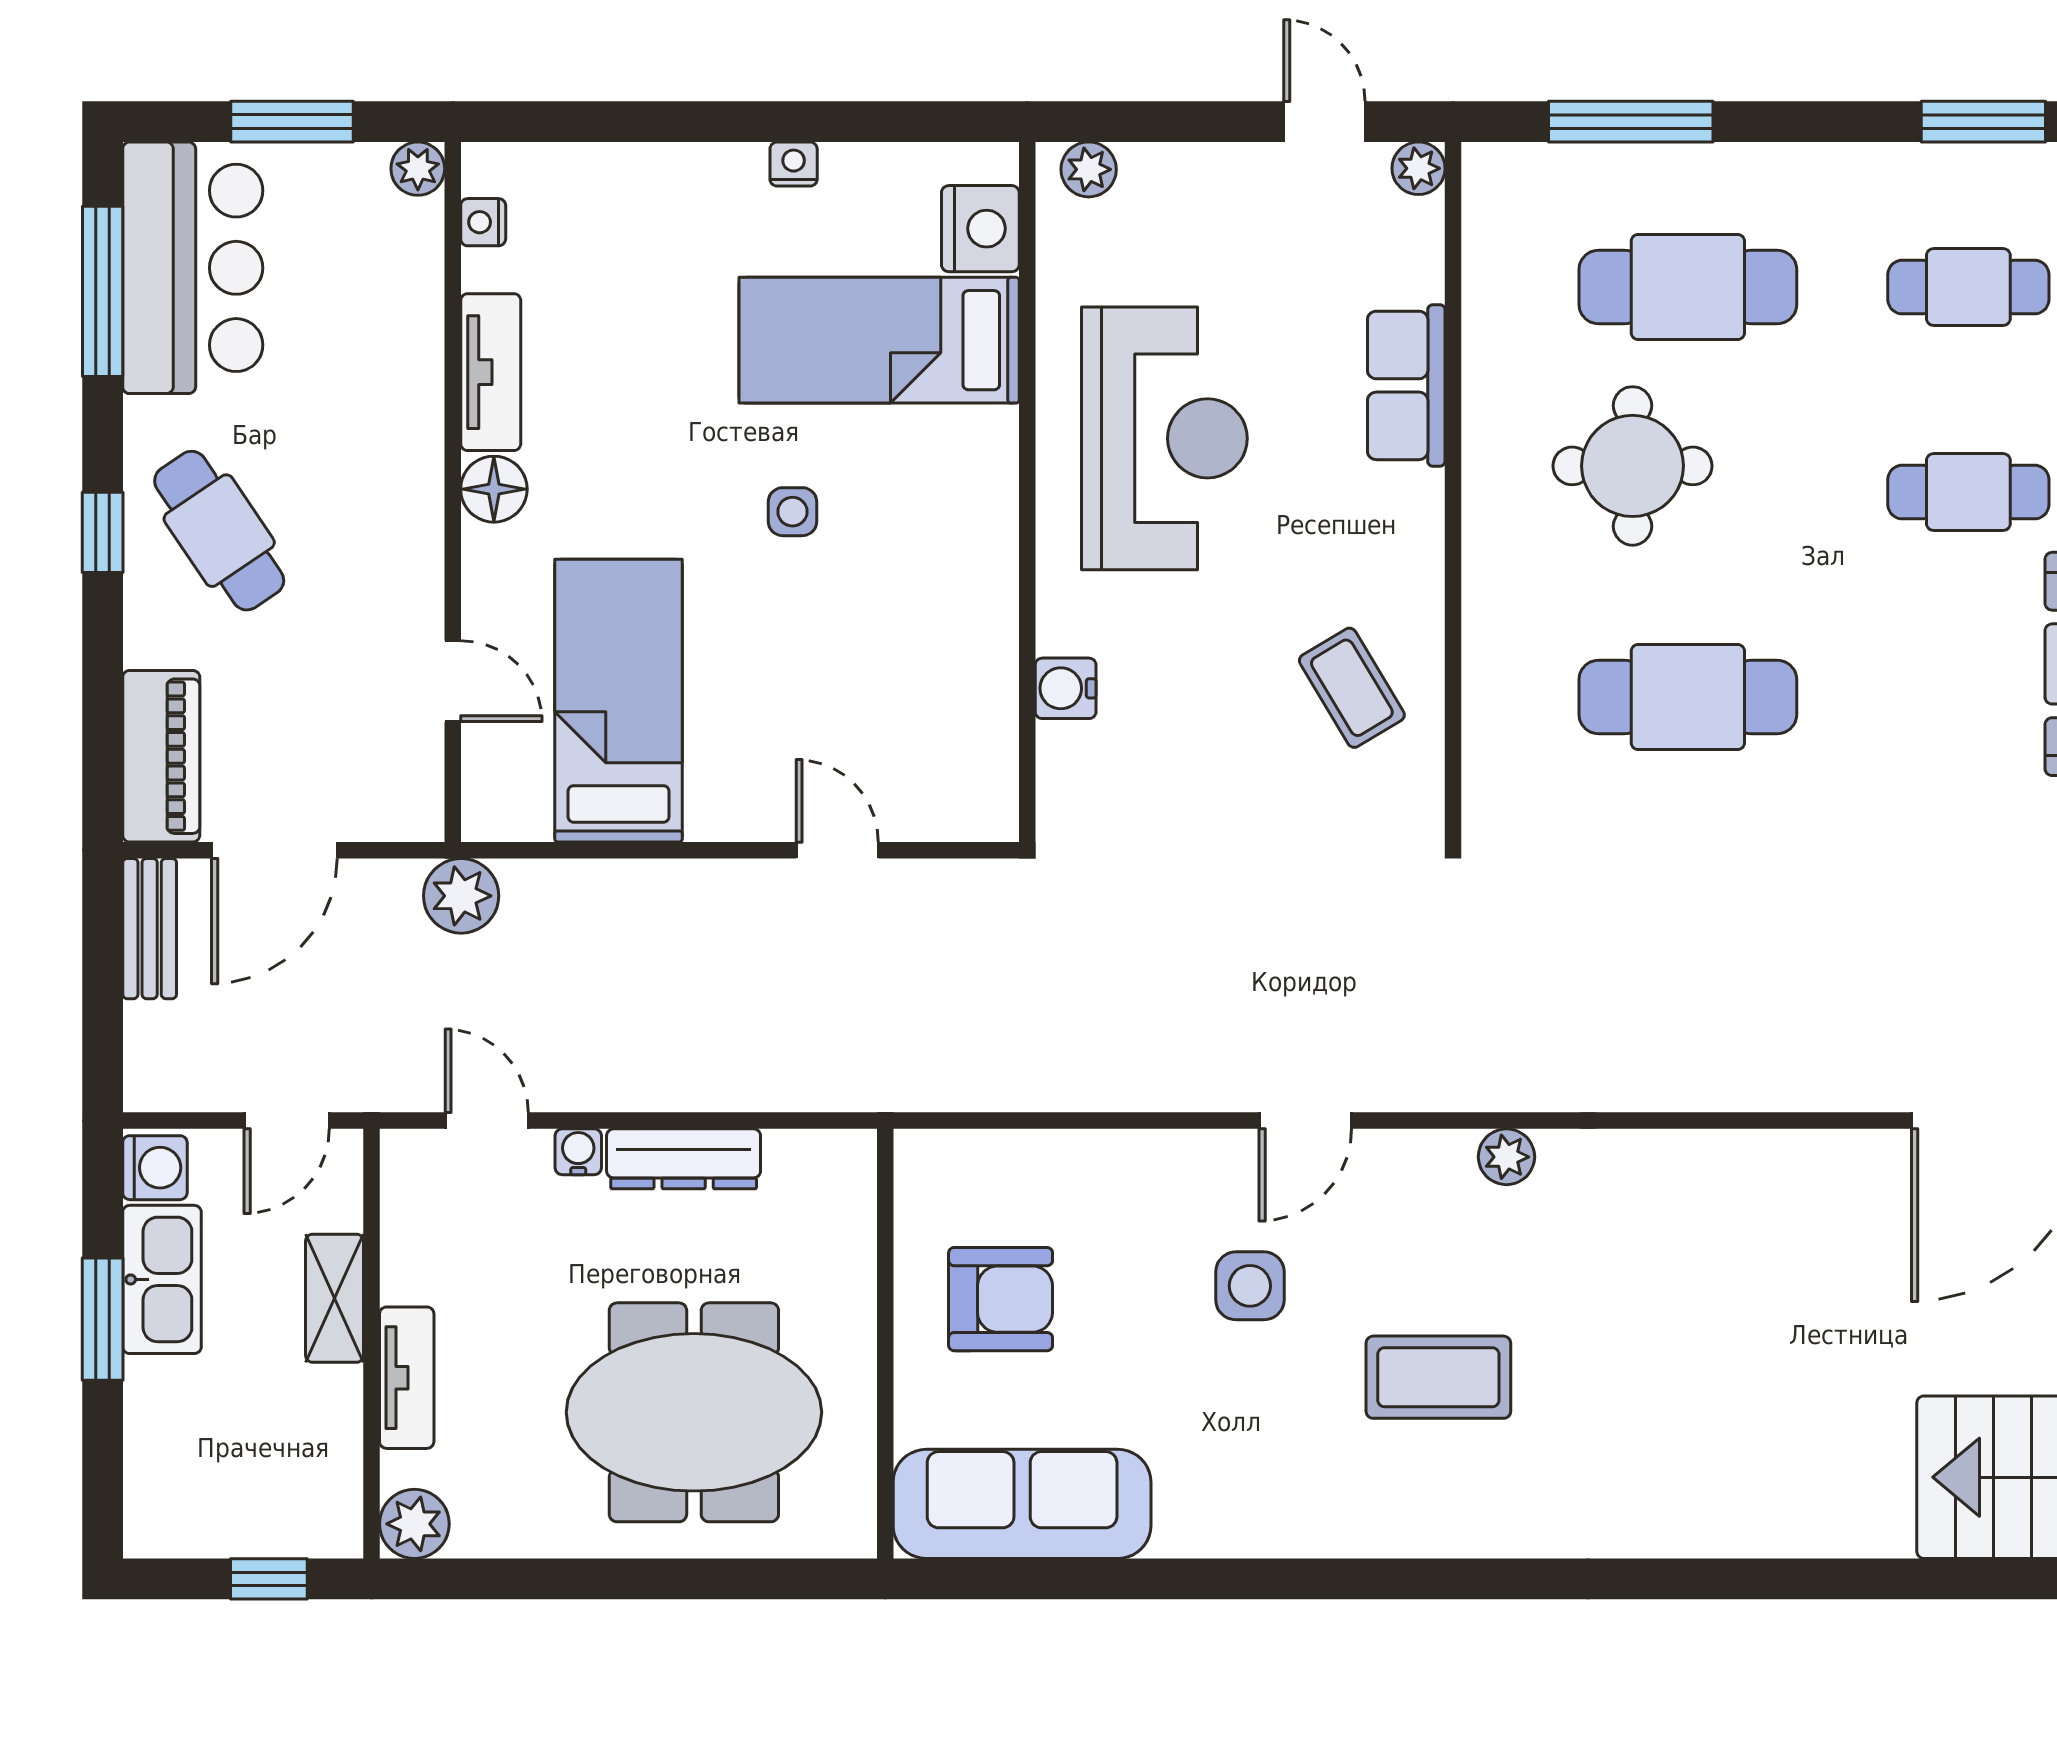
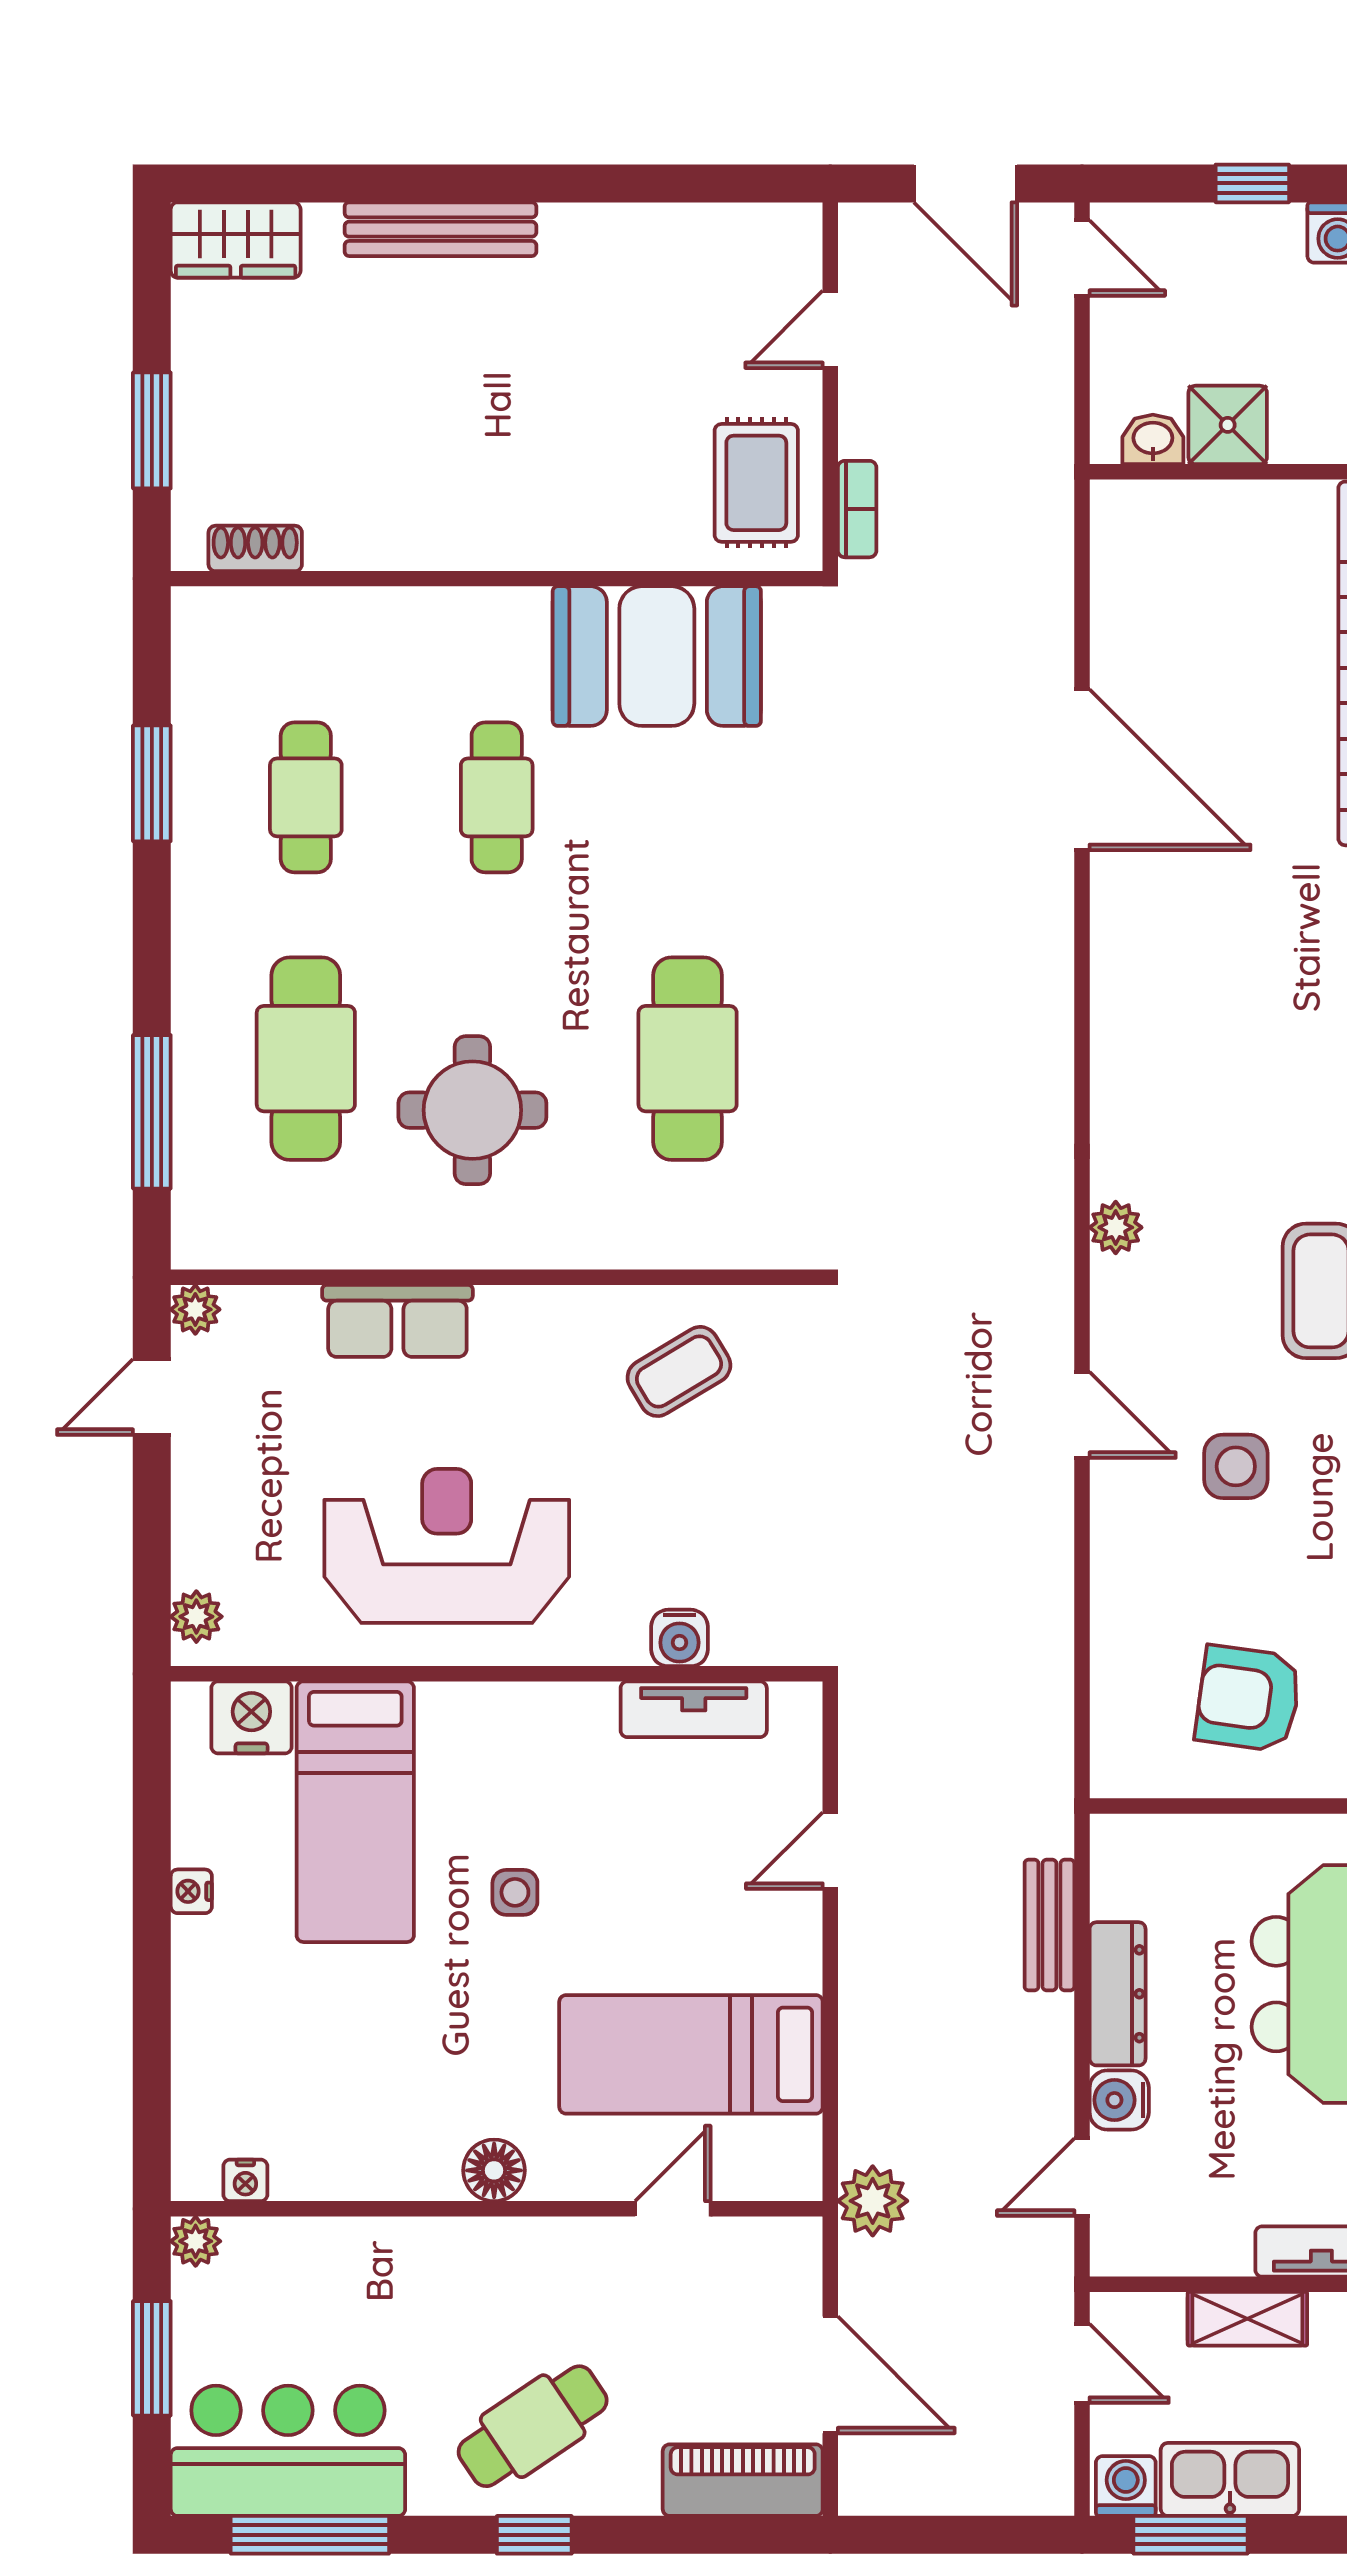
tv unit: (491, 372) -> (694, 1709), moved, turned 180
bench: (150, 929) -> (1049, 1925), moved, turned 90
water cooler: (578, 1152) -> (1119, 2100), width x1.38, depth x1.38
armchair: (1001, 1299) -> (1248, 1699), turned -82
window: (103, 1319) -> (1190, 2535), moved

